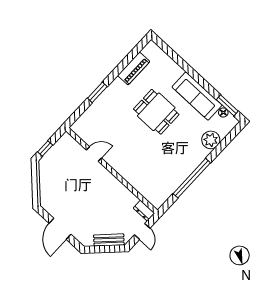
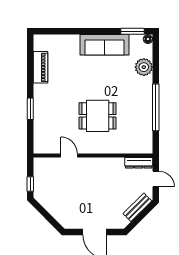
dining table: (156, 112) -> (98, 116), moved
floor lamp: (223, 112) -> (148, 39), moved
door: (94, 154) -> (69, 155), hinge flipped
dresser: (144, 211) -> (139, 163), width x1.44

